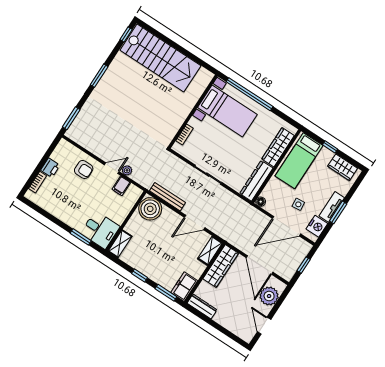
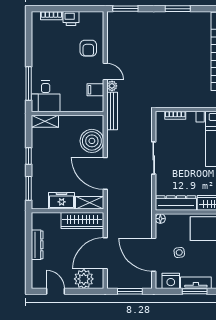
bench: (168, 197) -> (112, 111), moved
boiler: (150, 209) -> (92, 141), moved
door: (195, 222) -> (105, 173), width x1.36
window: (81, 237) -> (29, 84), width x1.44
window: (304, 265) -> (130, 291), width x1.50
freezer: (184, 287) -> (62, 201), moved
dresser: (202, 306) -> (37, 245), moved
door: (264, 326) -> (56, 291), hinge flipped

